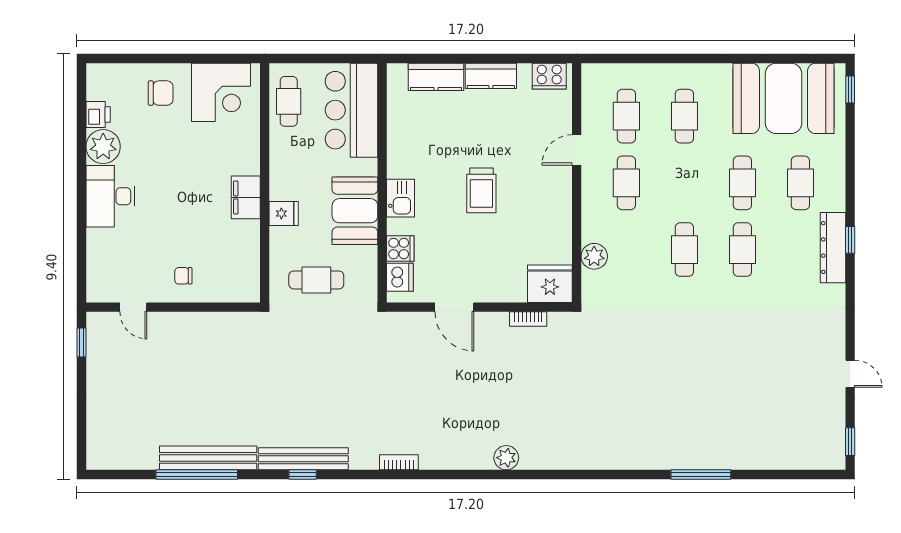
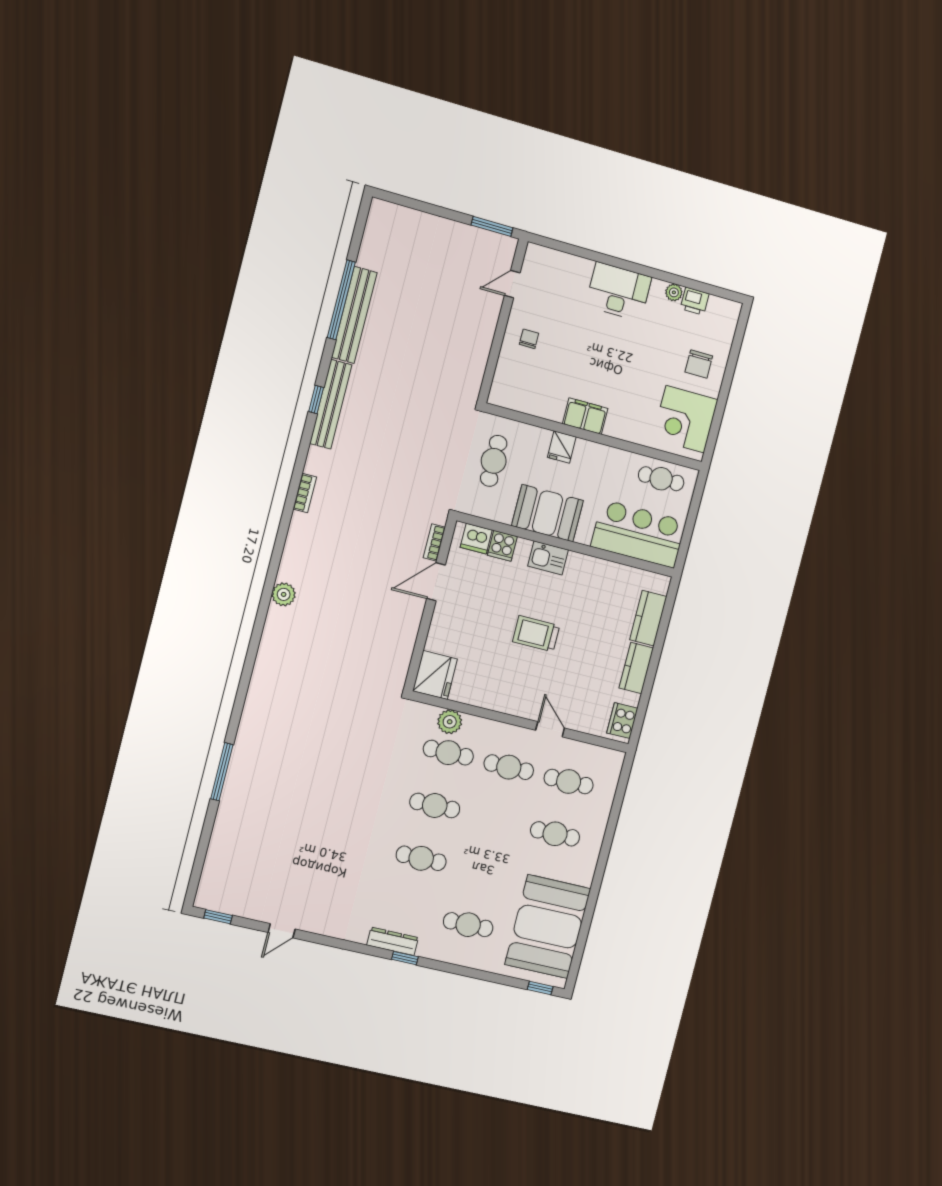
plant: (103, 147) -> (674, 292), width x0.53, depth x0.53
cafe table: (742, 183) -> (448, 753), moved
dresser: (833, 248) -> (393, 941), width x0.73, depth x0.80
bookcase: (528, 319) -> (434, 542), moved
window: (81, 343) -> (492, 226), width x1.50

